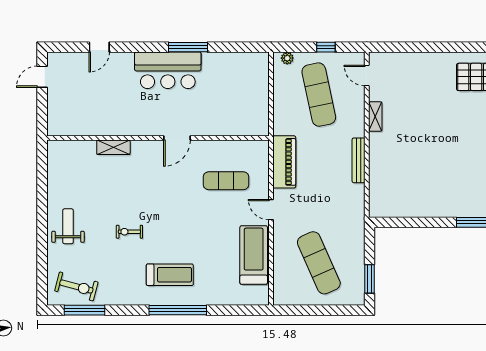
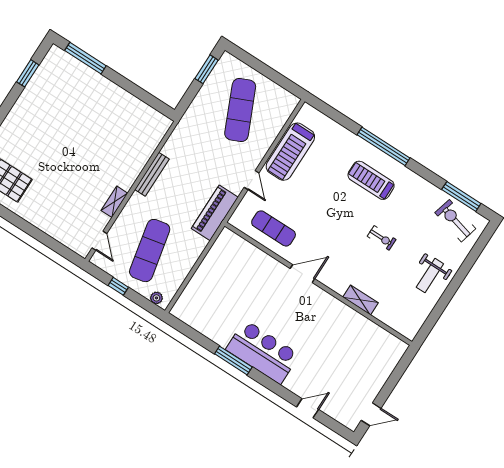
wall: (158, 138) -> (318, 284), moved
door: (177, 138) -> (302, 274), moved
shelving: (113, 147) -> (360, 300), moved

